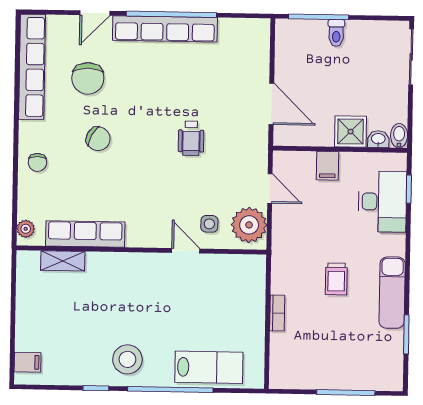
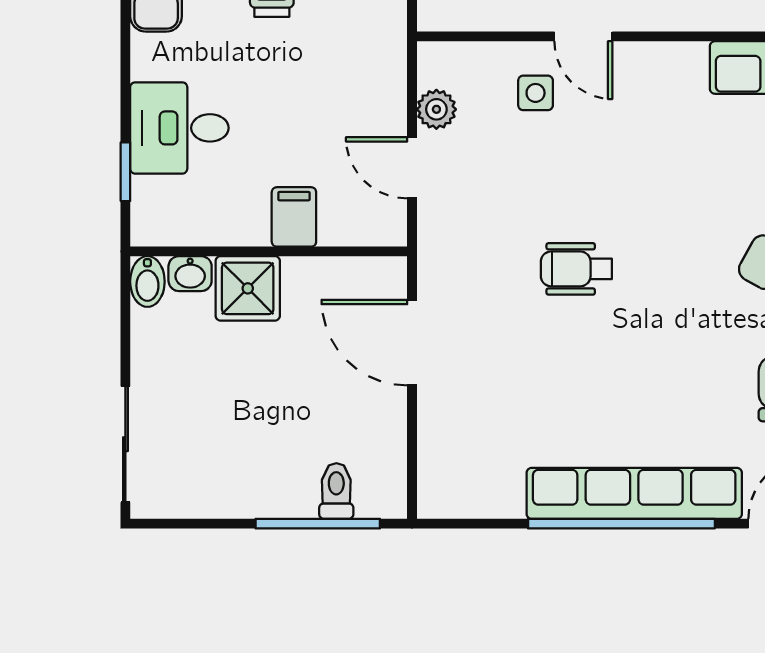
toilet: (336, 33) -> (336, 491), moved
wheelchair: (191, 138) -> (576, 269), turned -90
desk: (382, 202) -> (179, 128), width x0.73
plant: (249, 225) -> (436, 109), width x0.53, depth x0.53

